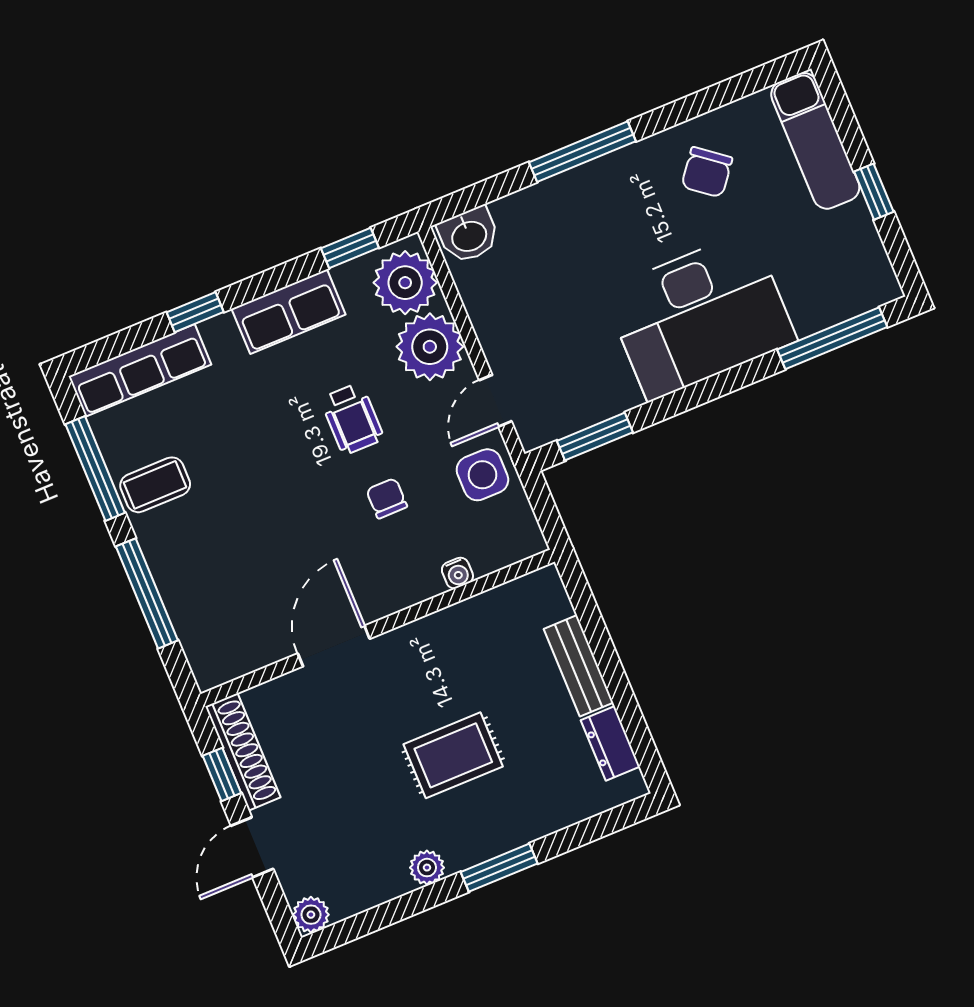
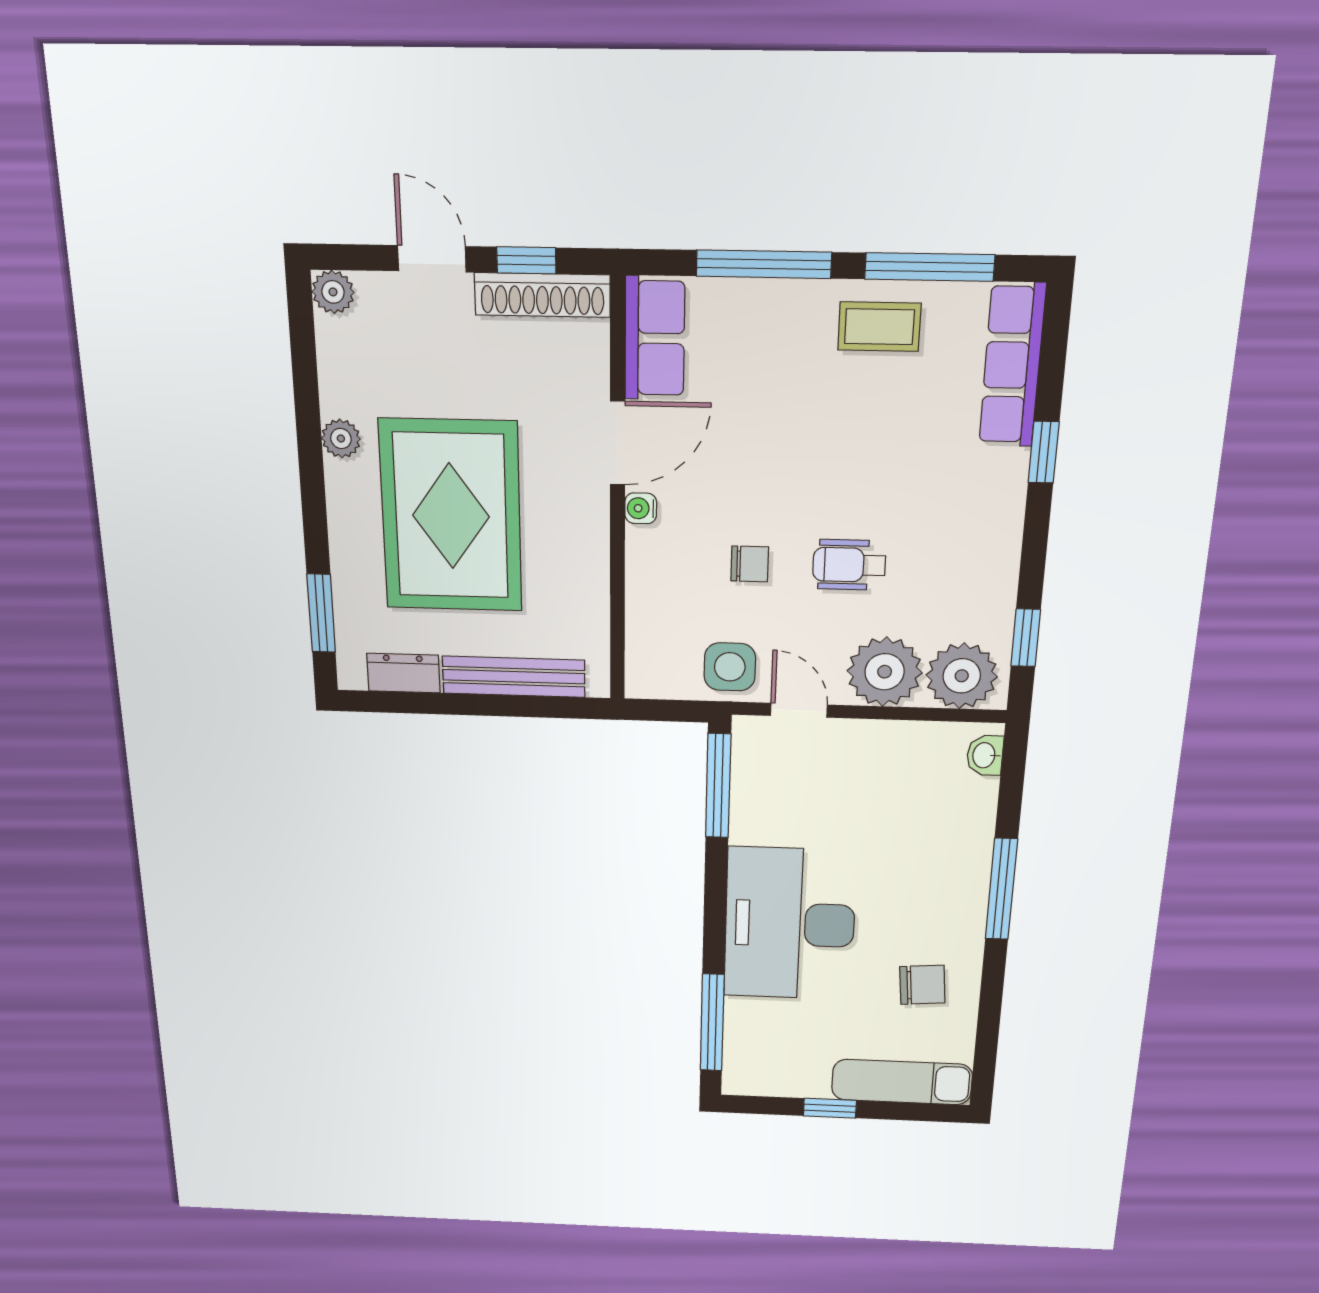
chair: (707, 172) -> (922, 985), turned 137
washbasin: (469, 235) -> (985, 755), width x0.72, depth x0.69
row of seats: (289, 312) -> (655, 338), moved, turned 180
window: (595, 437) -> (718, 786), width x1.44
coffee table: (155, 485) -> (879, 327), turned 90
water cooler: (457, 573) -> (641, 508), moved
door: (334, 646) -> (618, 443), hinge flipped
bench: (579, 666) -> (514, 677), width x1.36
rug: (453, 755) -> (451, 516), width x1.86, depth x2.06
window: (499, 868) -> (321, 613), moved

